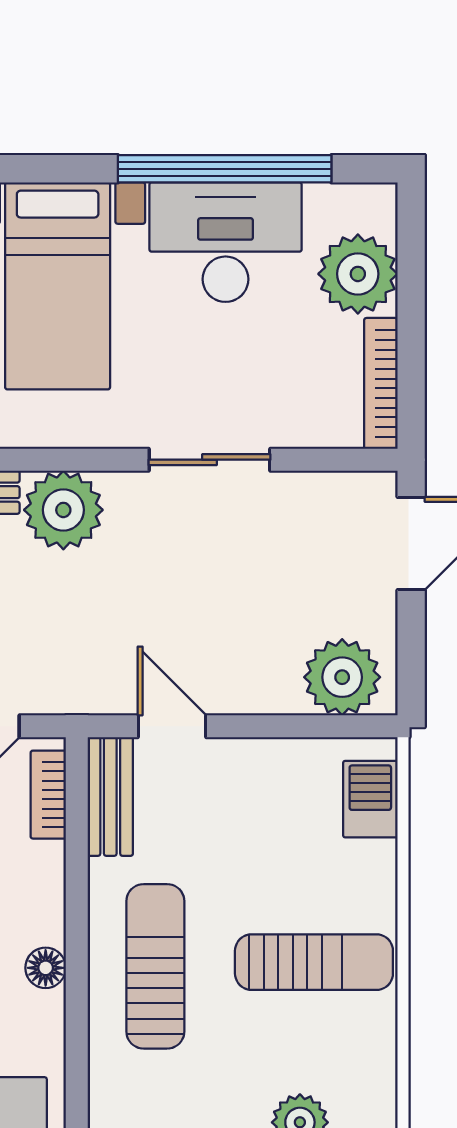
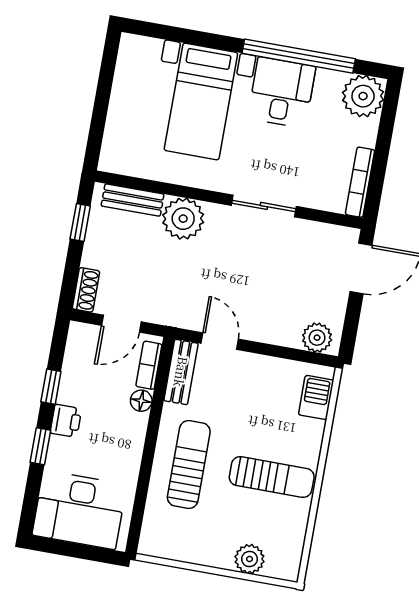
desk: (226, 242) -> (282, 92), width x0.73
plant: (358, 274) -> (363, 96), moved
plant: (342, 677) -> (317, 338), width x0.73, depth x0.73
floor lamp: (46, 968) -> (141, 401), moved

